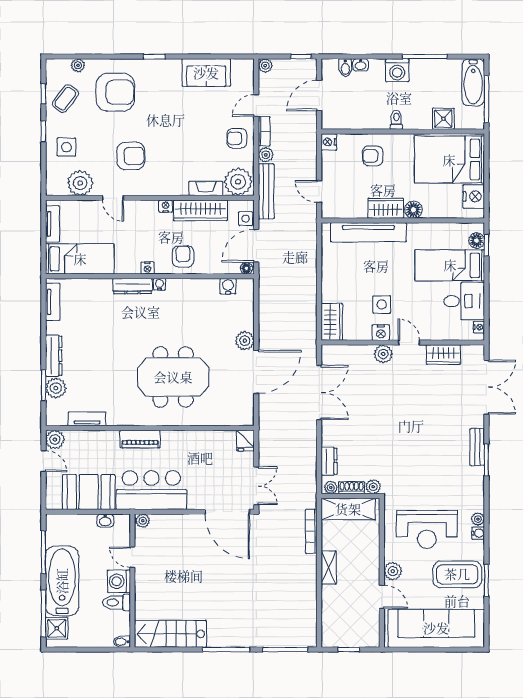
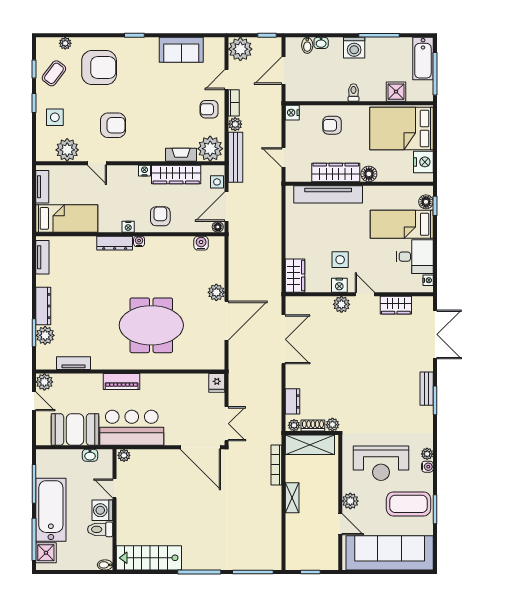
plant: (265, 66) -> (240, 49), width x1.87, depth x1.87
wardrobe: (386, 208) -> (336, 173), width x1.50

